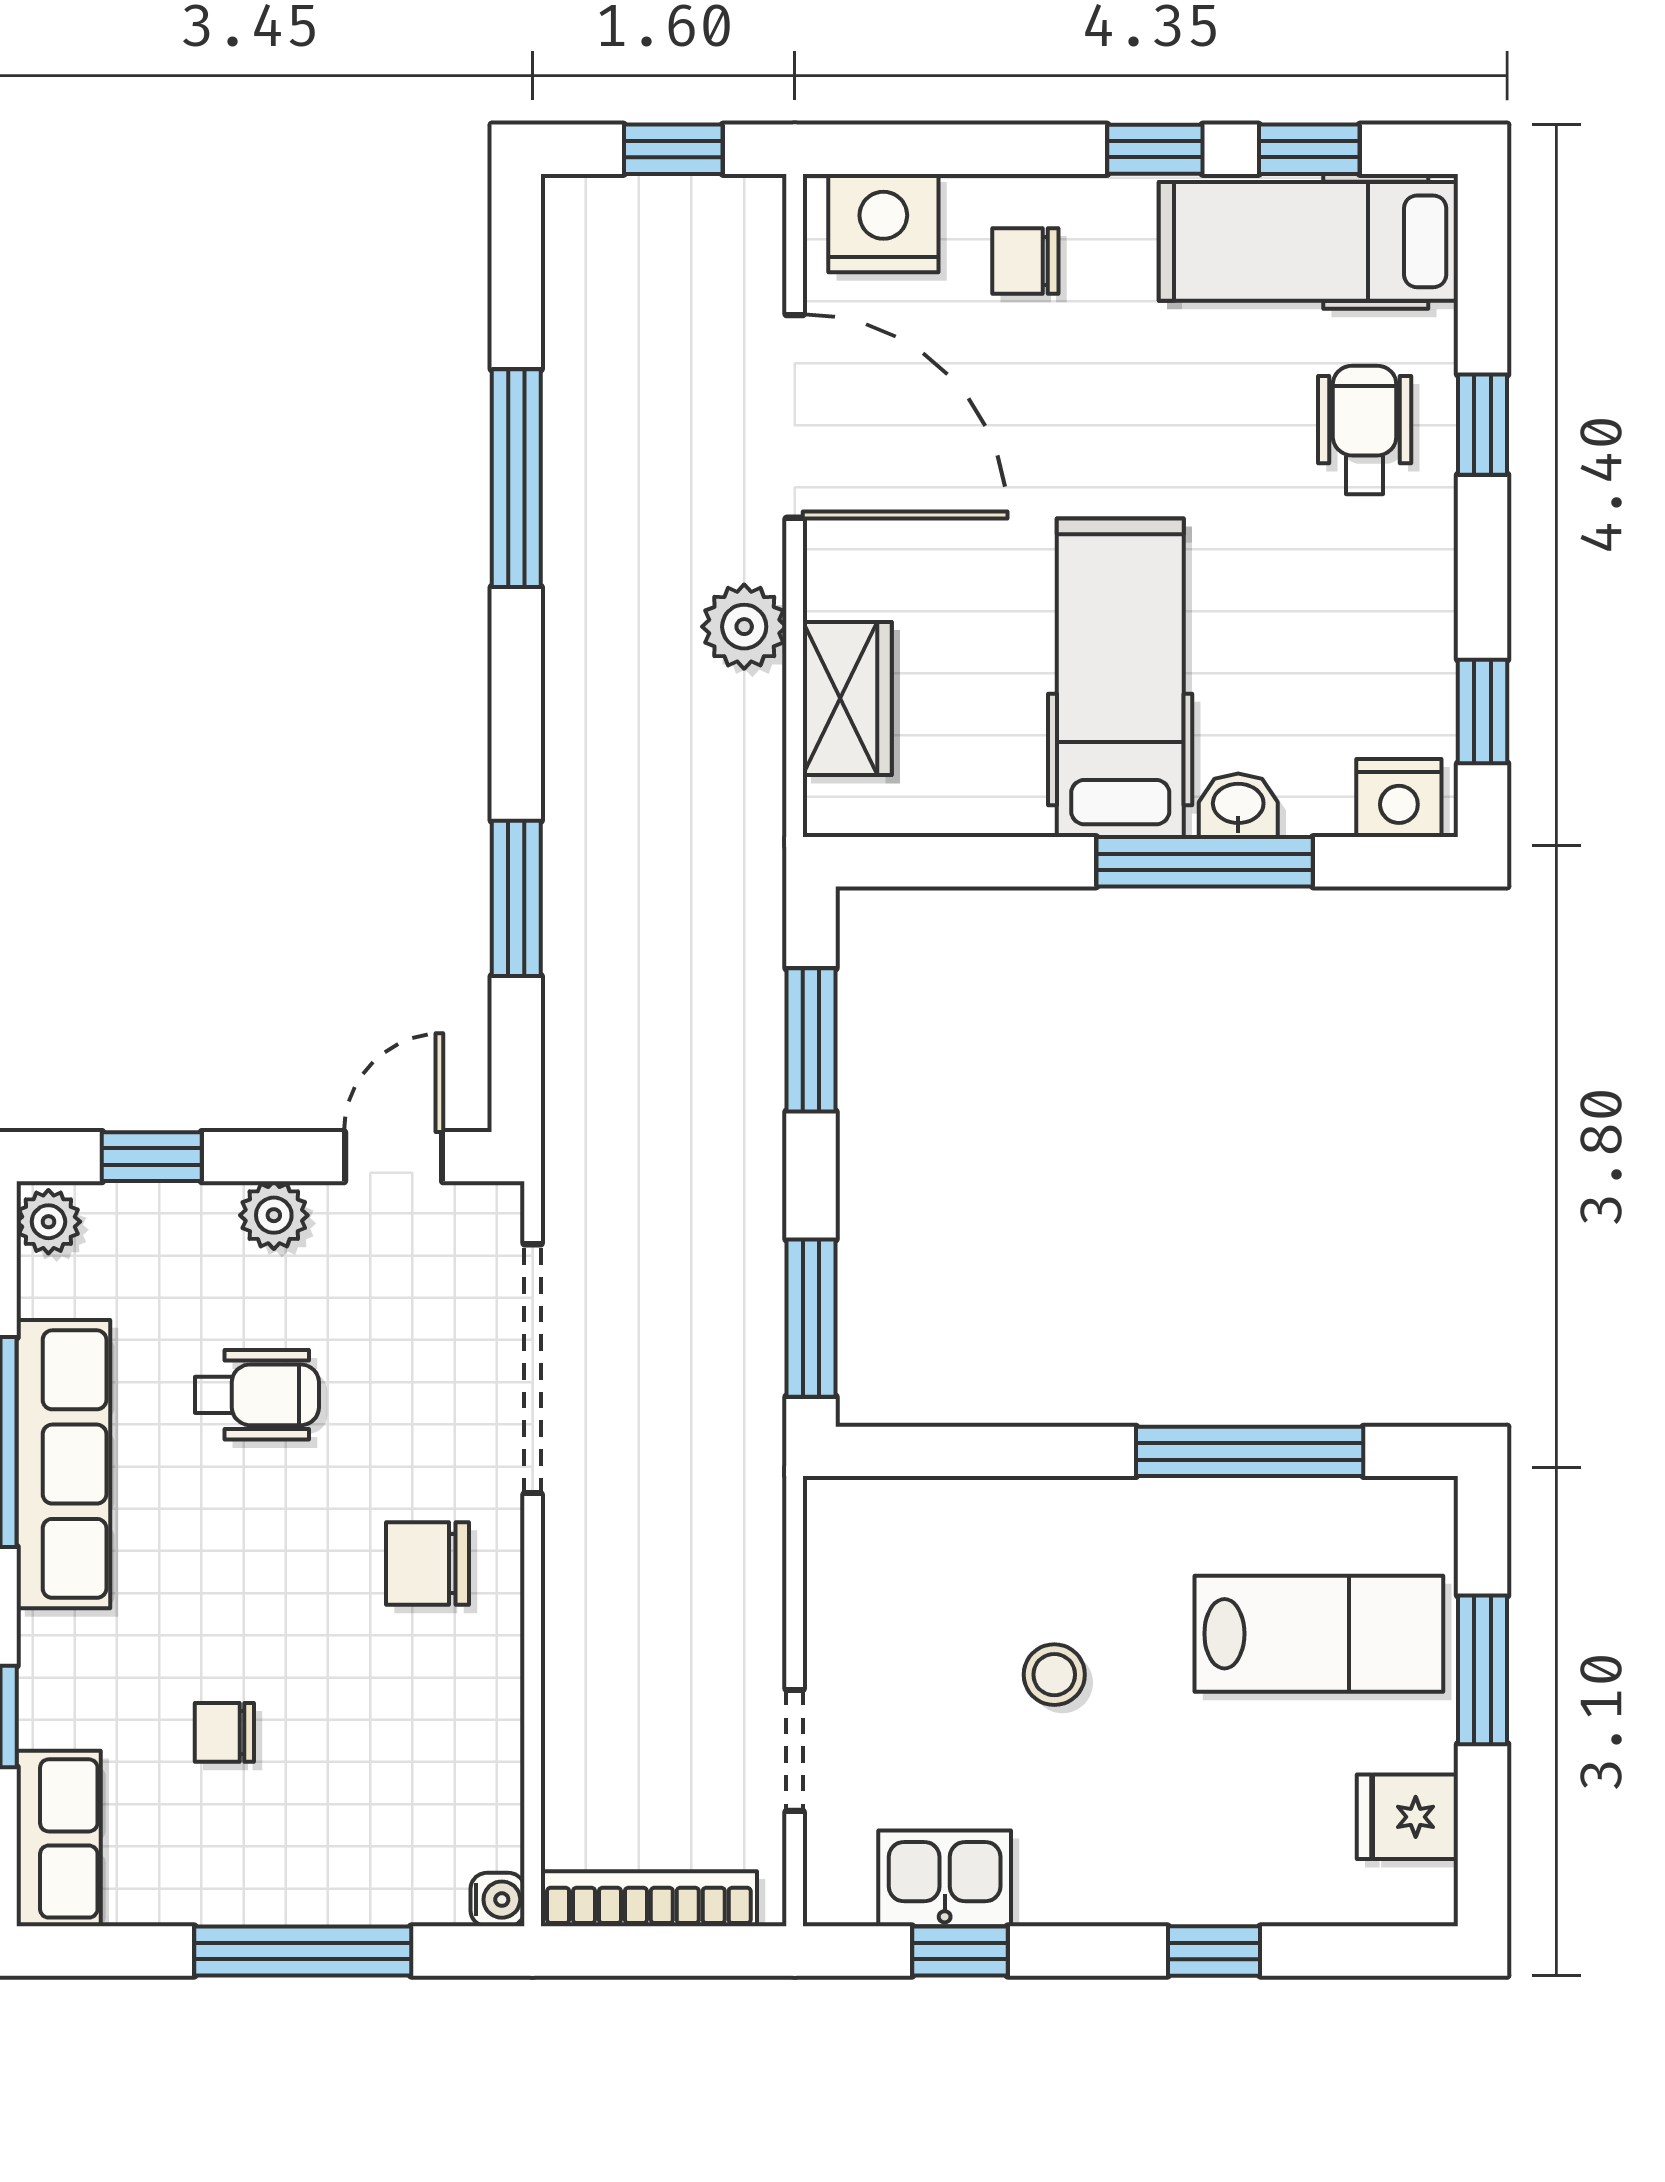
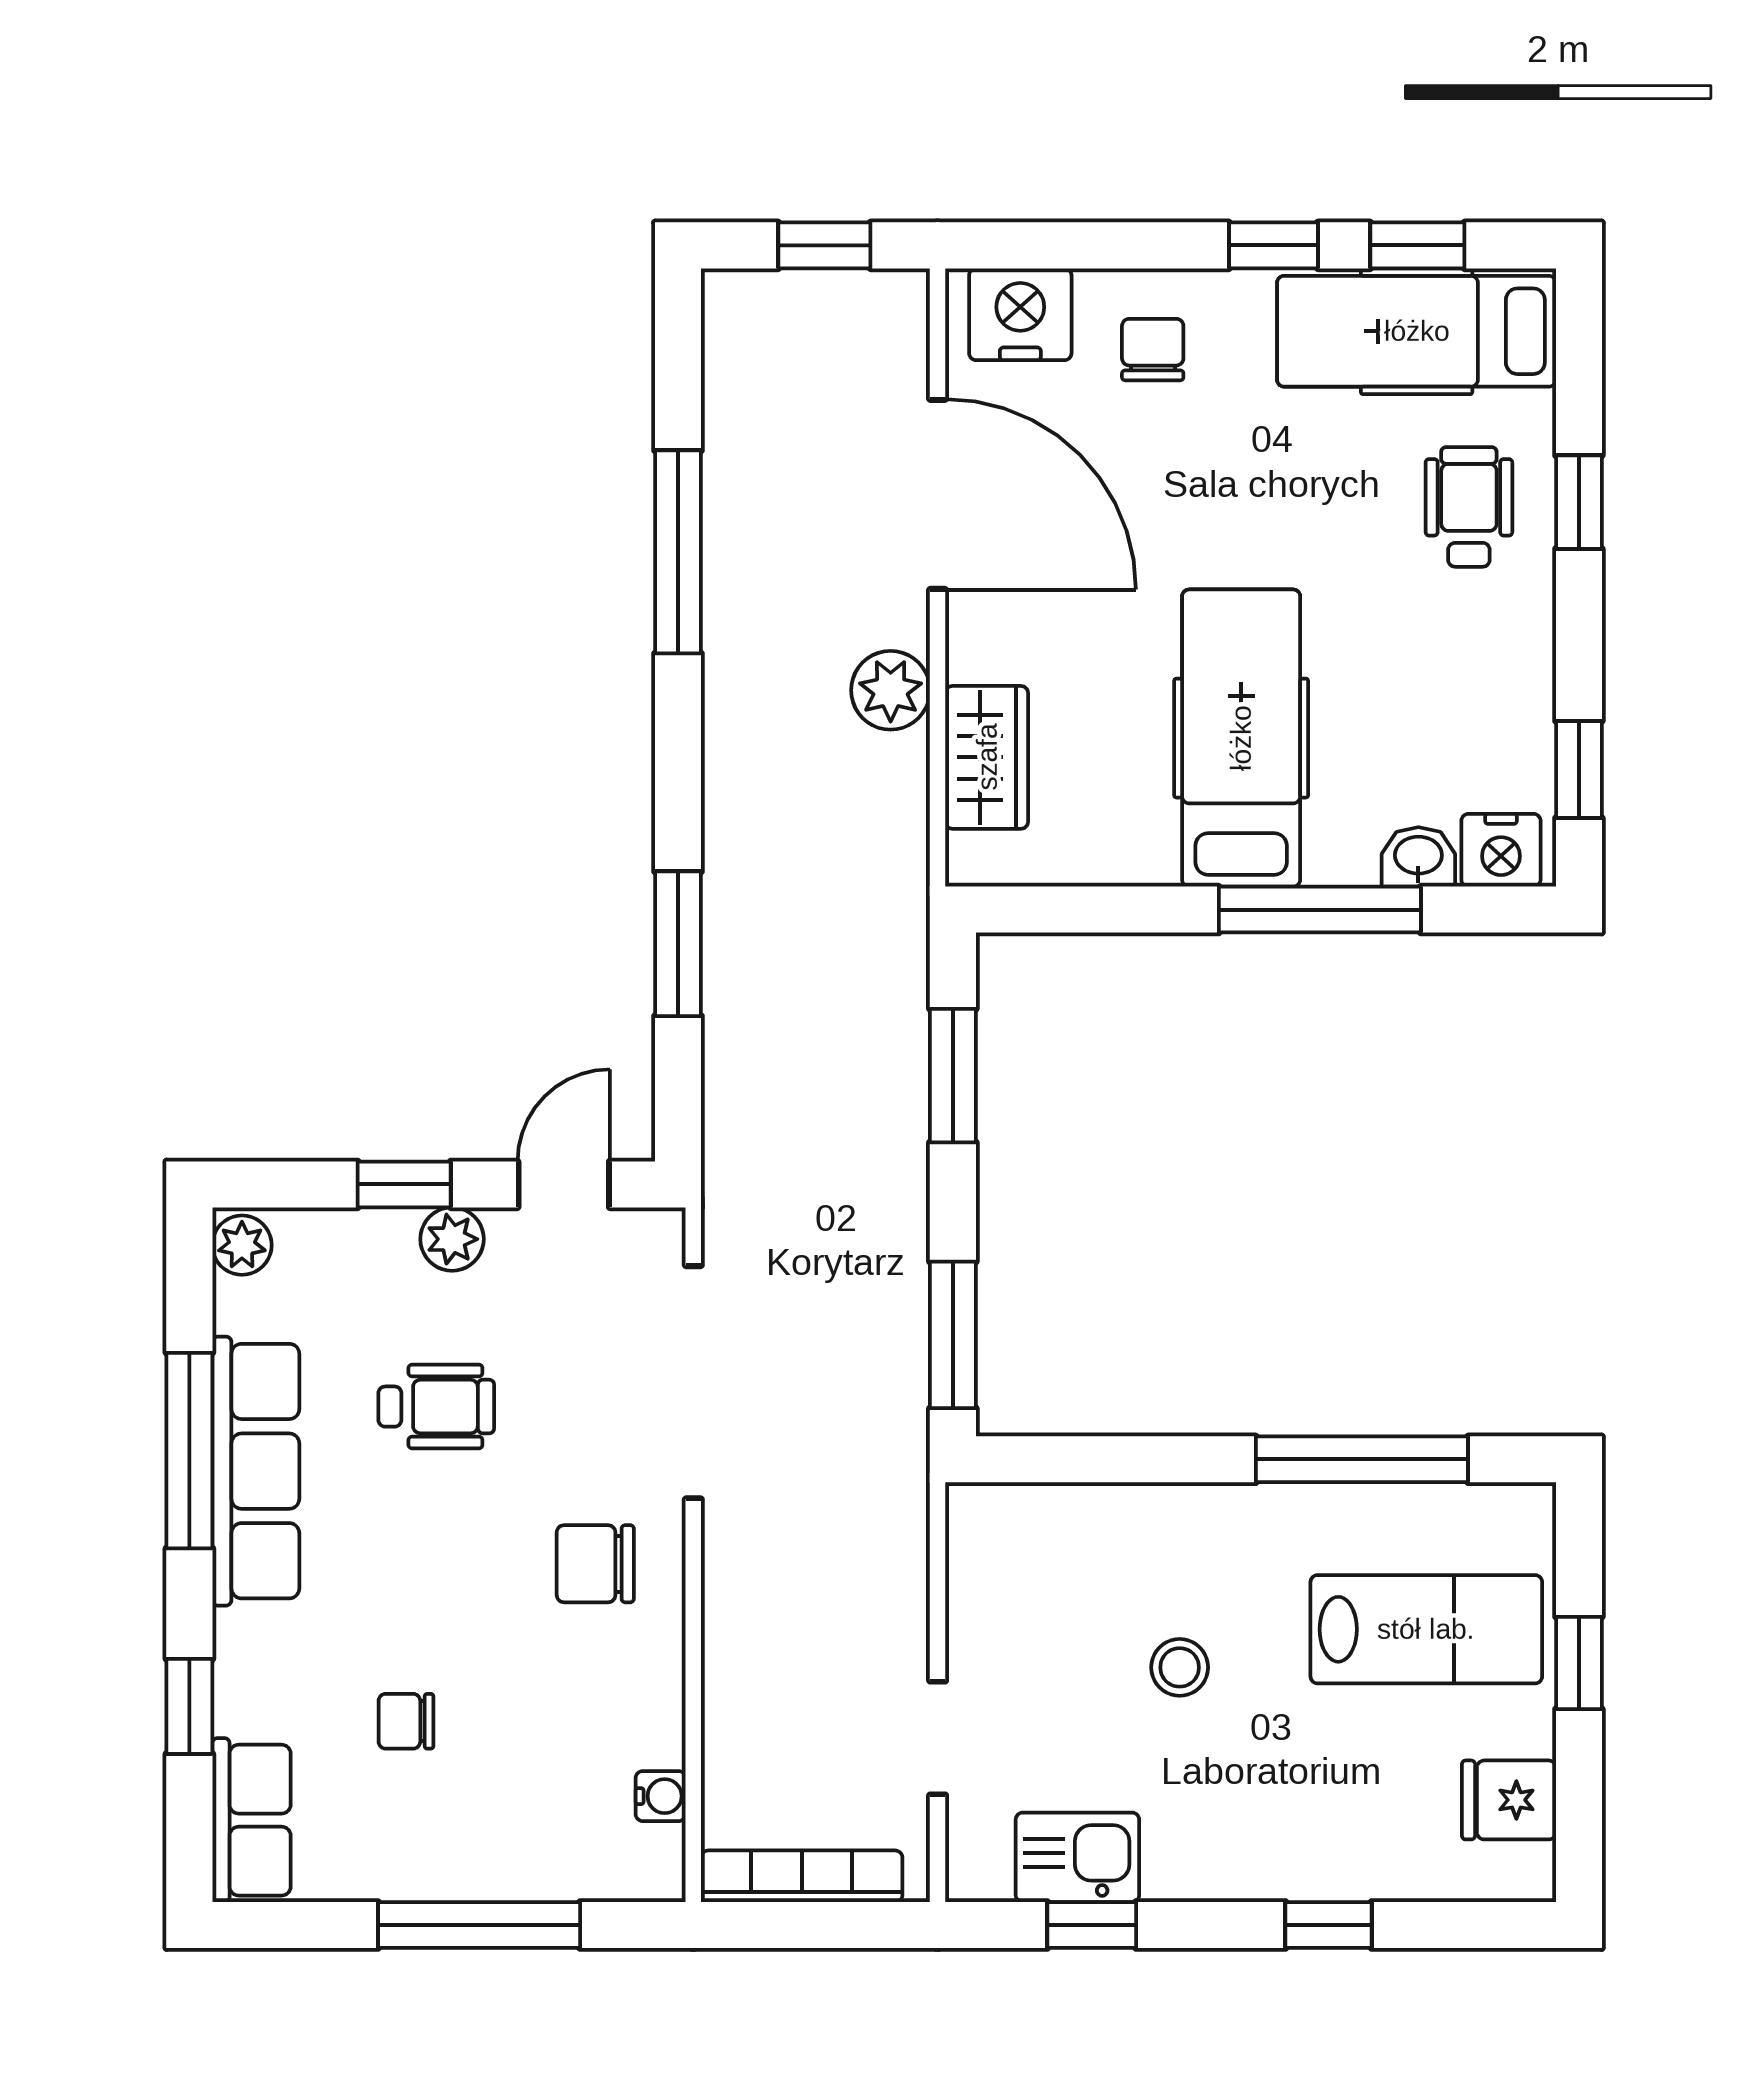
chair: (1025, 261) -> (1153, 350), turned 90
washbasin: (1238, 805) -> (1418, 857), moved
window: (152, 1157) -> (404, 1184), moved
window: (1483, 1670) -> (1579, 1663), width x0.67
water cooler: (498, 1900) -> (661, 1796), moved

